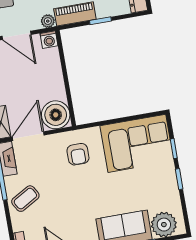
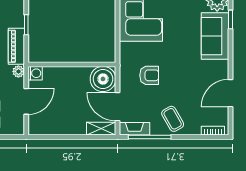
armchair: (78, 154) -> (149, 75), moved

